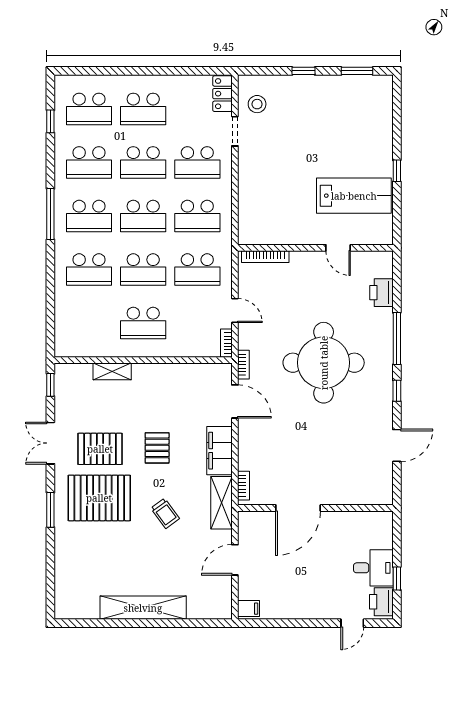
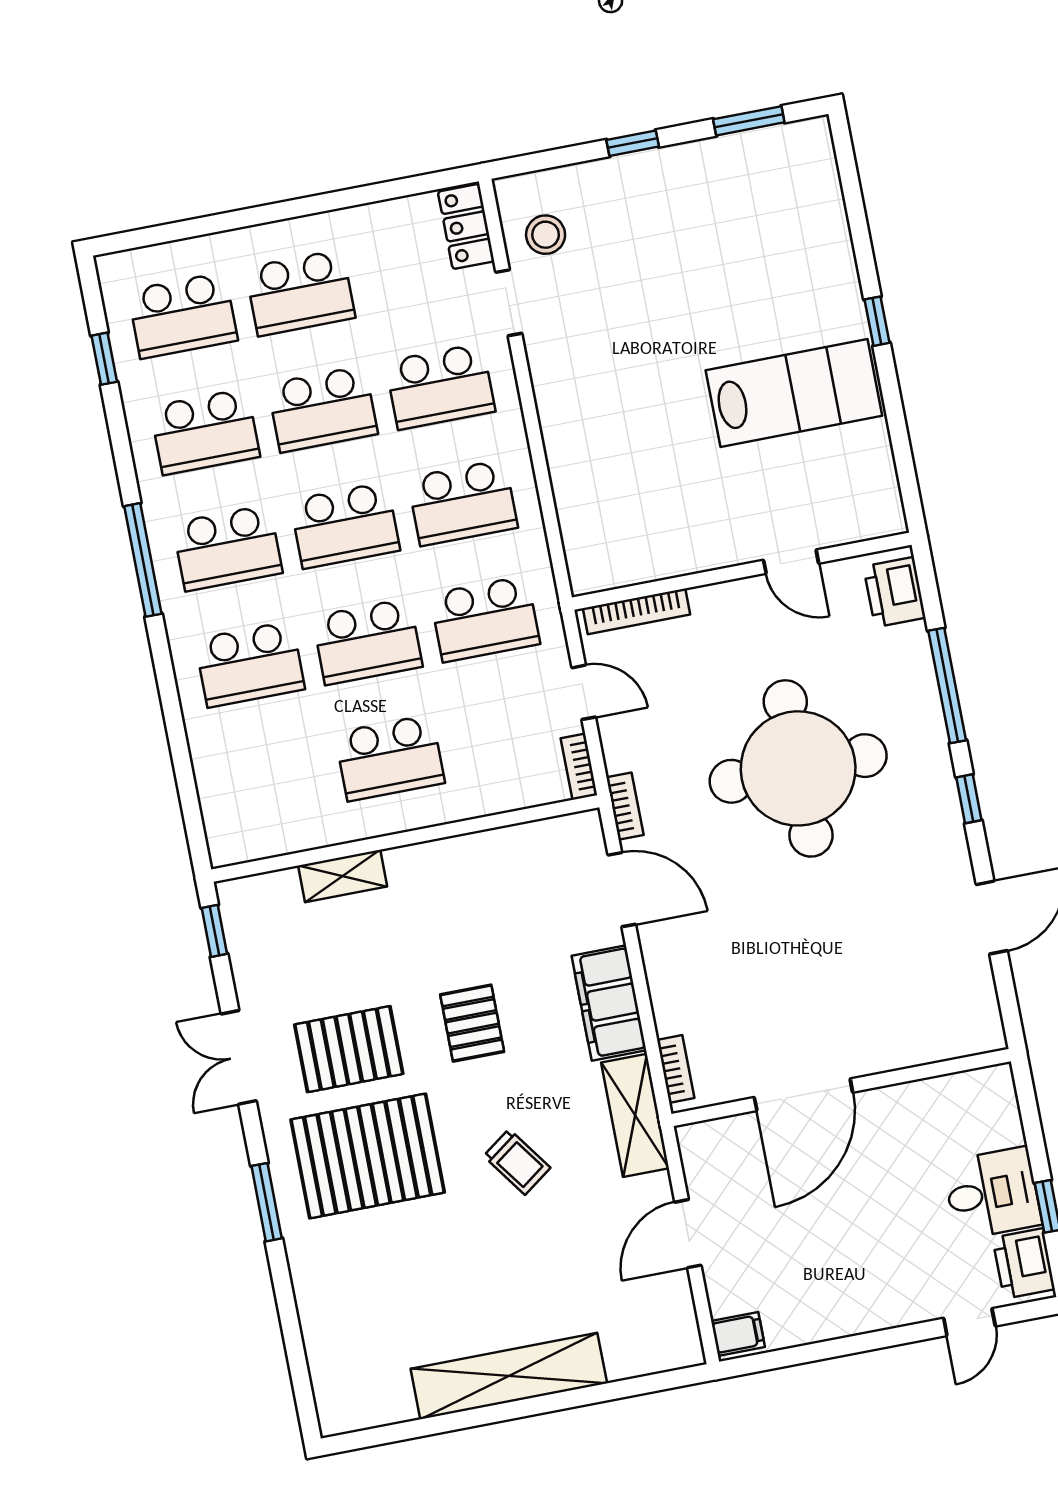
wall: (315, 248) -> (742, 571), moved
door: (338, 248) -> (791, 562), moved
bookcase: (265, 257) -> (636, 611), moved

